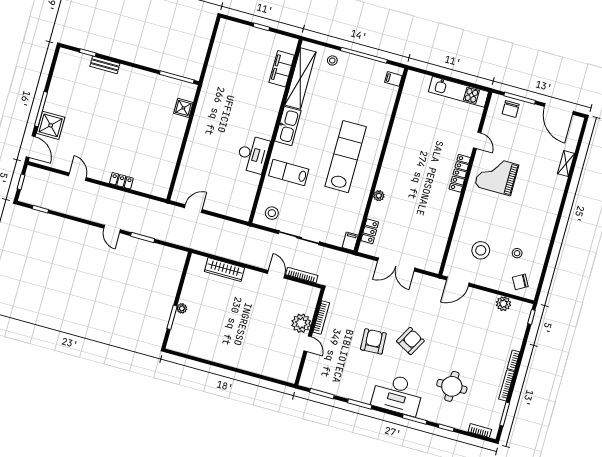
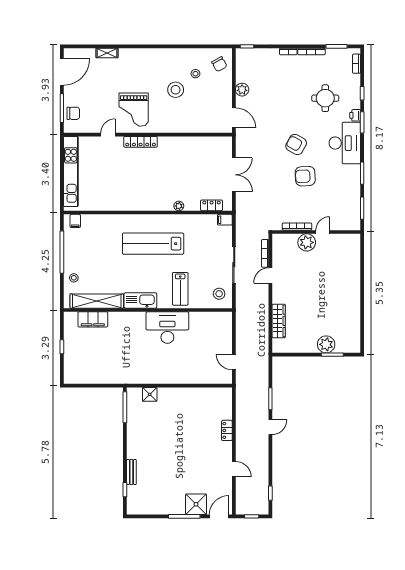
kitchen unit: (459, 92) -> (71, 171), width x1.36
desk: (253, 154) -> (167, 328), width x1.36, depth x1.30
door: (77, 177) -> (234, 469), swing flipped
stool: (481, 250) -> (176, 90), moved
plant: (503, 304) -> (242, 90), moved
plant: (182, 308) -> (326, 344), width x1.88, depth x1.88
printer: (424, 414) -> (355, 115), added

